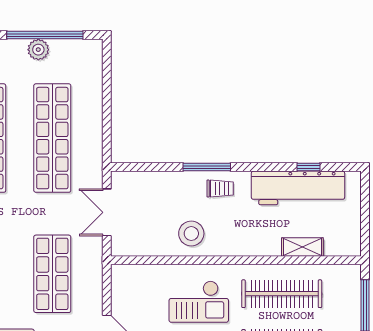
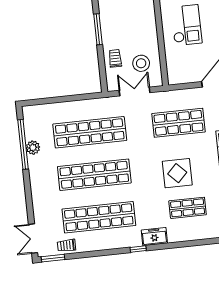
trolley: (220, 188) -> (115, 58), moved
double door: (107, 212) -> (135, 92), swing flipped
stool: (191, 234) -> (141, 63), moved

